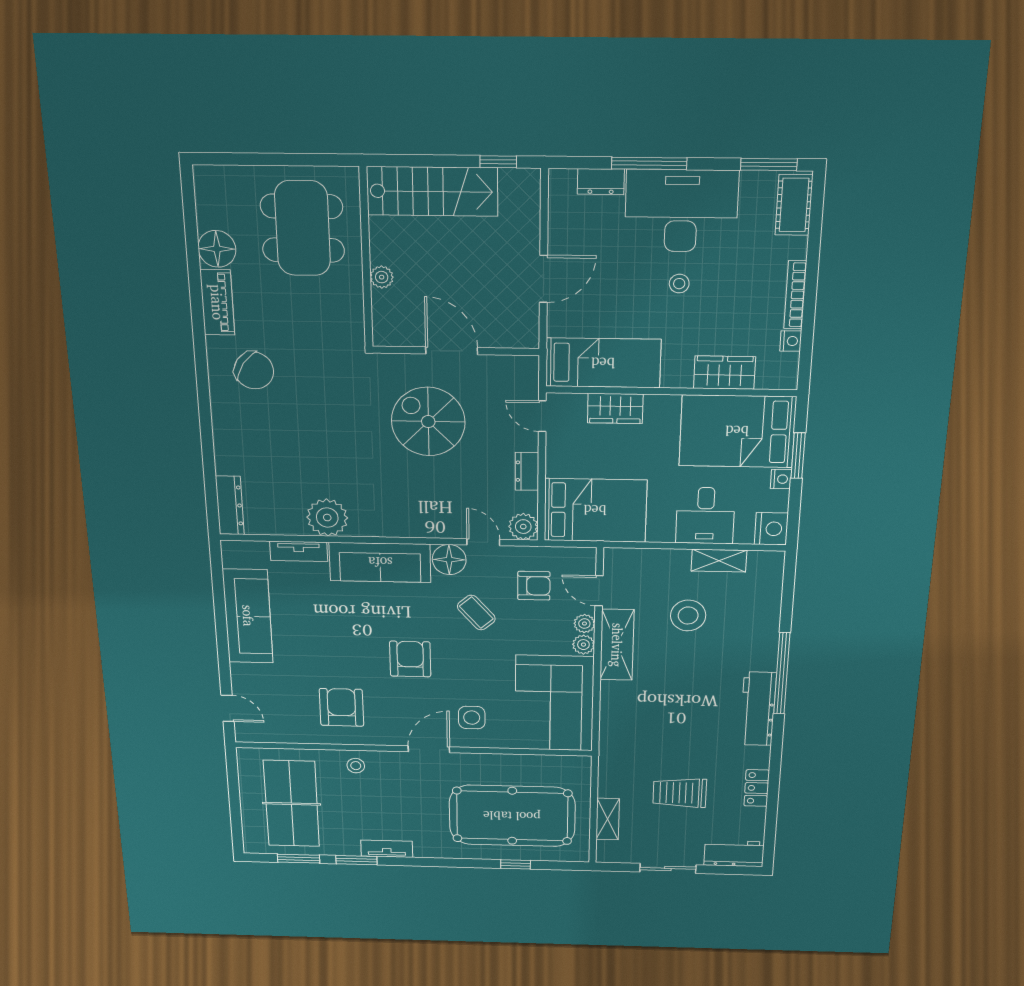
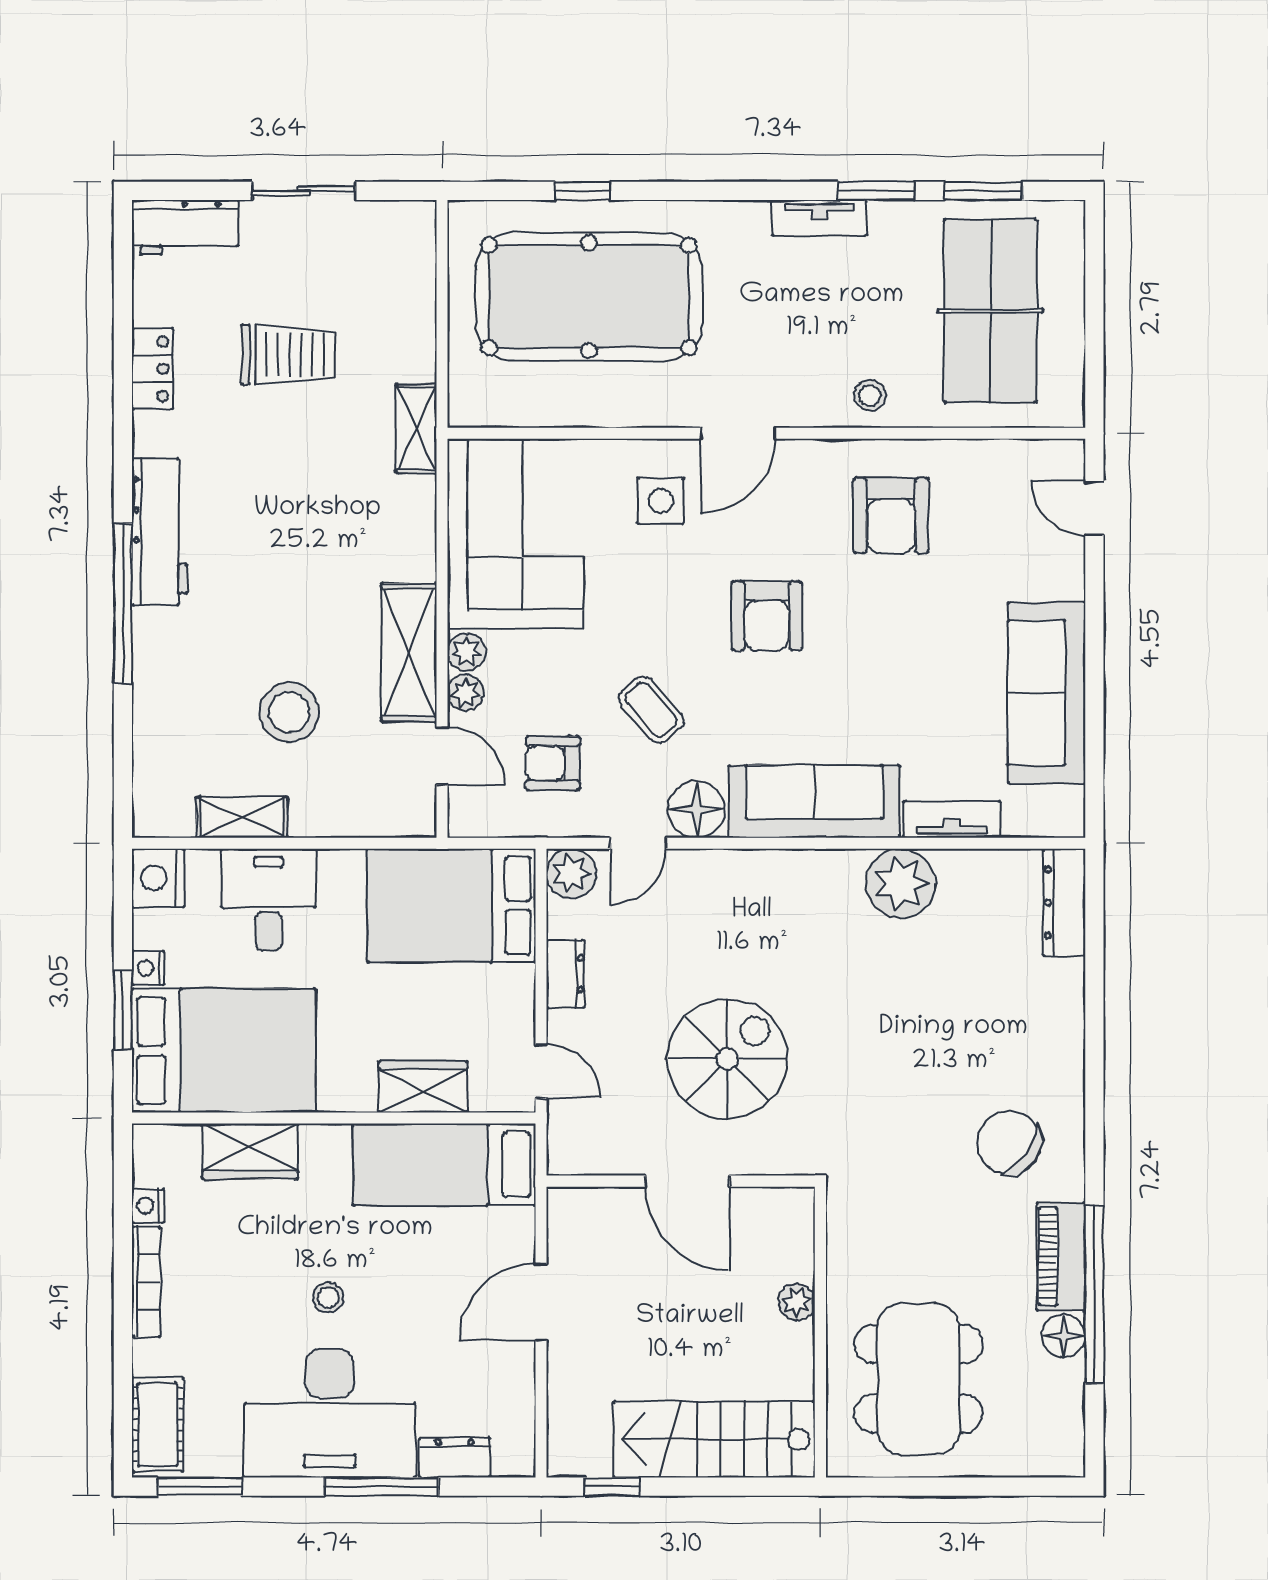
floor lamp: (217, 249) -> (1064, 1336), width x0.73, depth x0.73
window: (195, 279) -> (1094, 1295), added
spiral stairs: (428, 422) -> (727, 1059), turned -90
door: (483, 542) -> (638, 843), hinge flipped
shelving: (608, 819) -> (416, 428), moved

